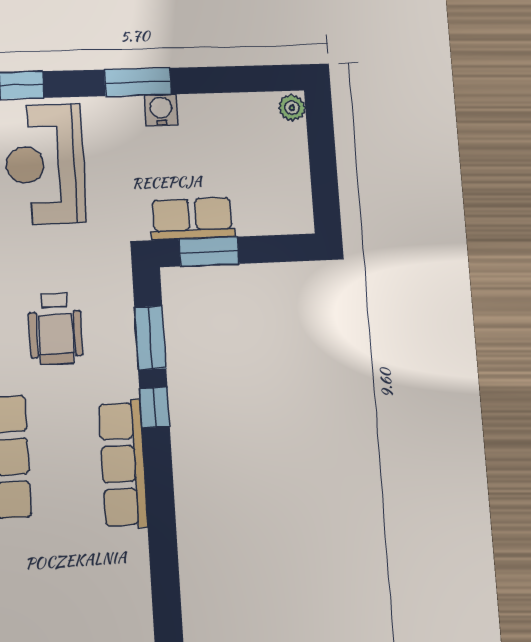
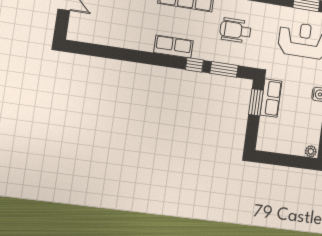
row of seats: (123, 464) -> (173, 47), width x0.68

